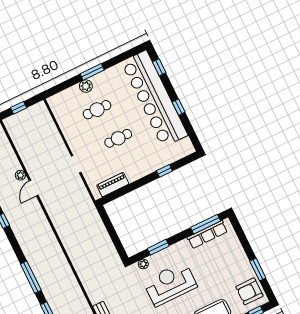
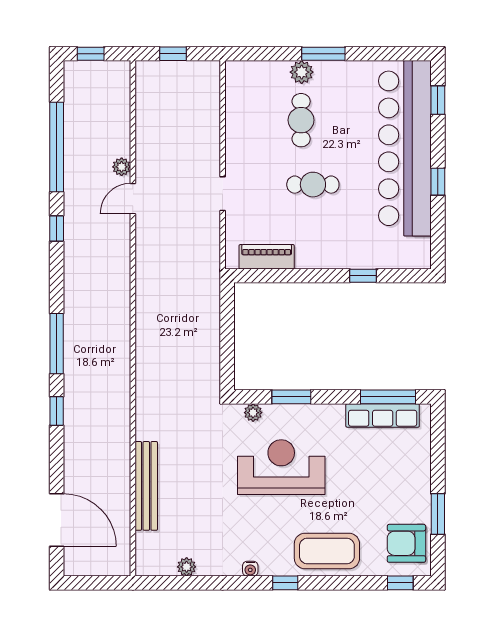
cafe table: (97, 110) -> (301, 120), turned 90

